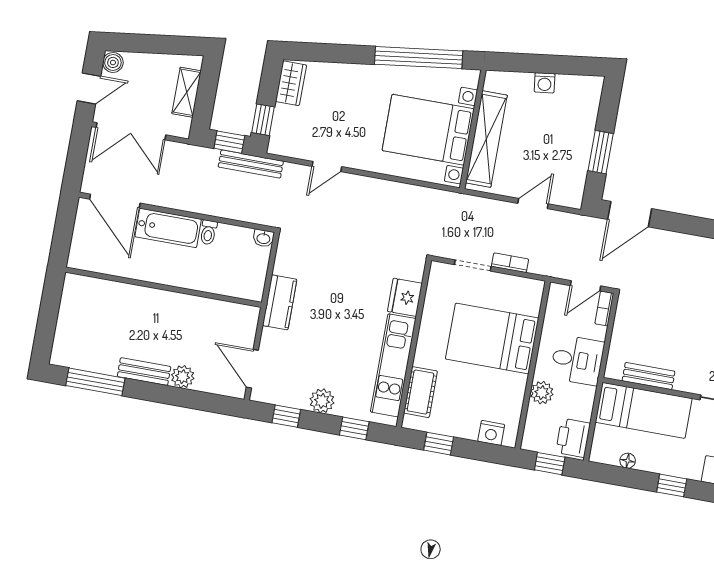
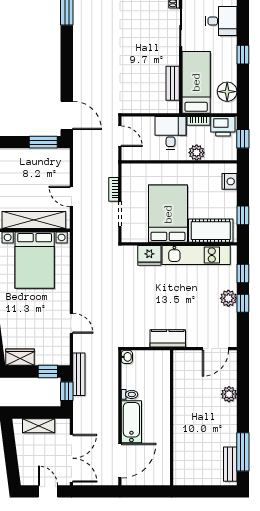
boiler: (113, 62) -> (28, 478), removed
window: (601, 152) -> (43, 142), moved
door: (533, 204) -> (71, 197), moved
bookcase: (604, 308) -> (198, 121), moved
bed: (492, 339) -> (168, 214), moved, turned 180
bench: (144, 372) -> (230, 464), moved
cot: (420, 392) -> (211, 231), width x1.37, depth x1.34
window: (286, 416) -> (243, 303), moved
floor lamp: (628, 461) -> (227, 92), width x1.89, depth x1.89

